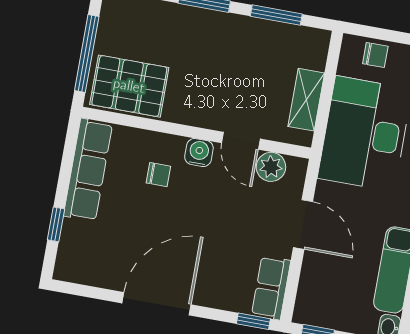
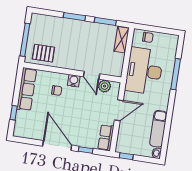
pallet: (129, 86) -> (43, 53), width x0.67, depth x0.71
shelving: (306, 100) -> (122, 40), moved
door: (303, 225) -> (119, 110), hinge flipped
door: (157, 304) -> (57, 146), hinge flipped
window: (253, 321) -> (86, 150), moved

